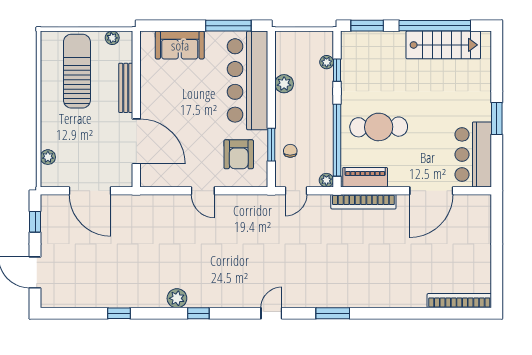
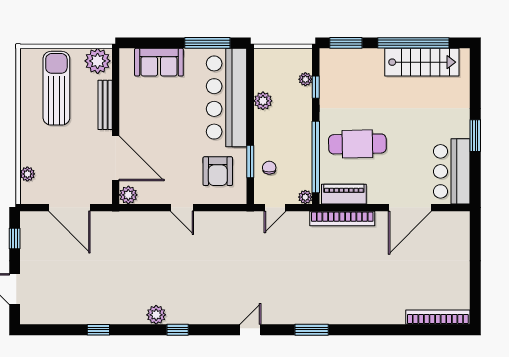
plant: (112, 38) -> (98, 61), width x1.87, depth x1.87
plant: (149, 178) -> (128, 195), added

